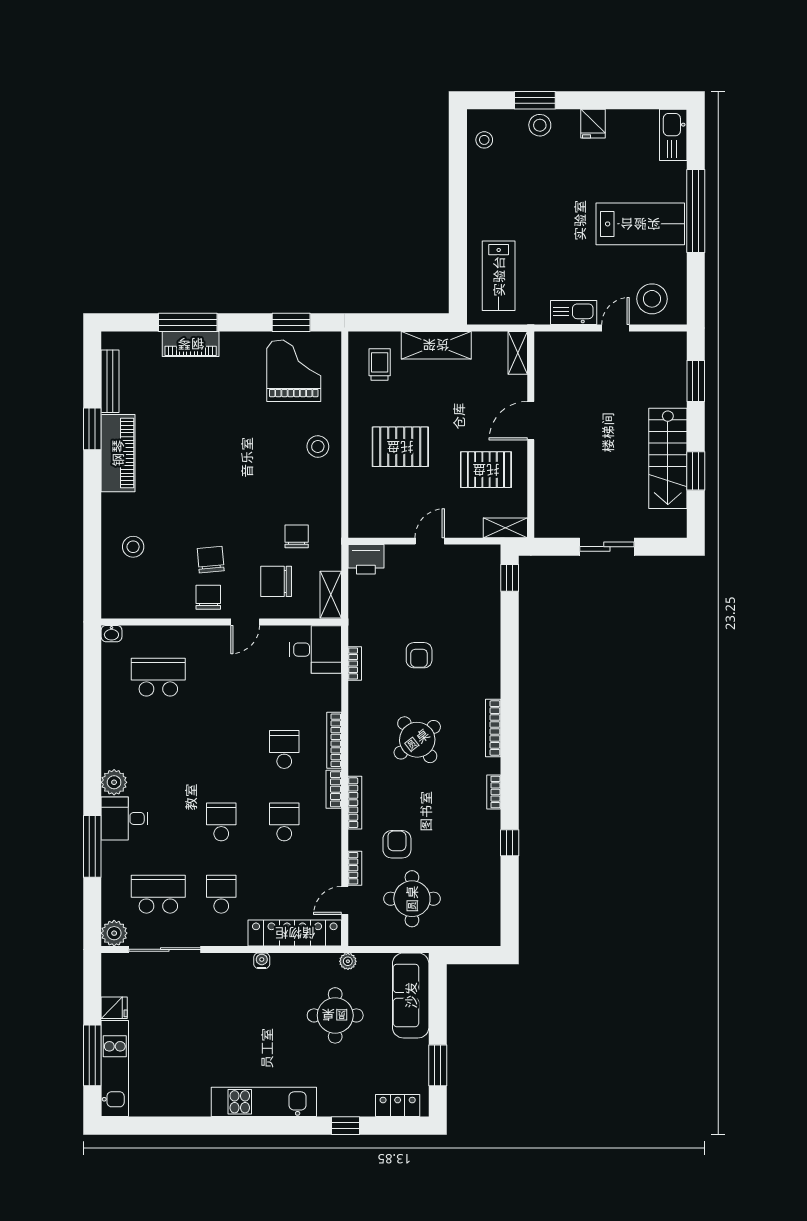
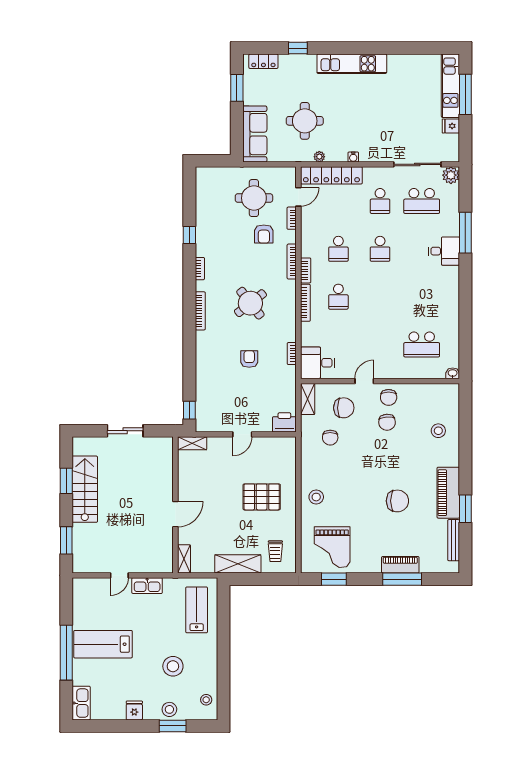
stool: (652, 299) -> (173, 666), moved
chair: (195, 441) -> (397, 501), added
pallet: (486, 470) -> (205, 482), removed
plant: (114, 782) -> (451, 275), removed
plant: (348, 961) -> (319, 157), moved

